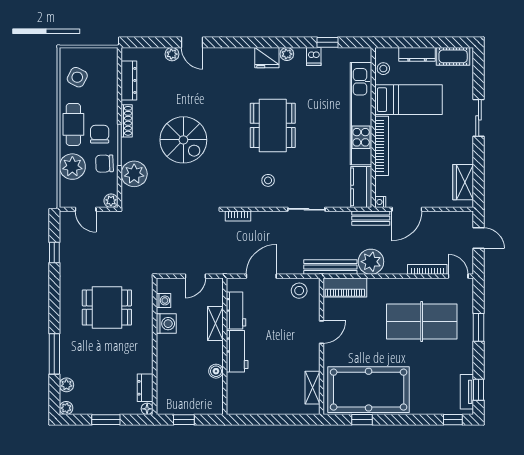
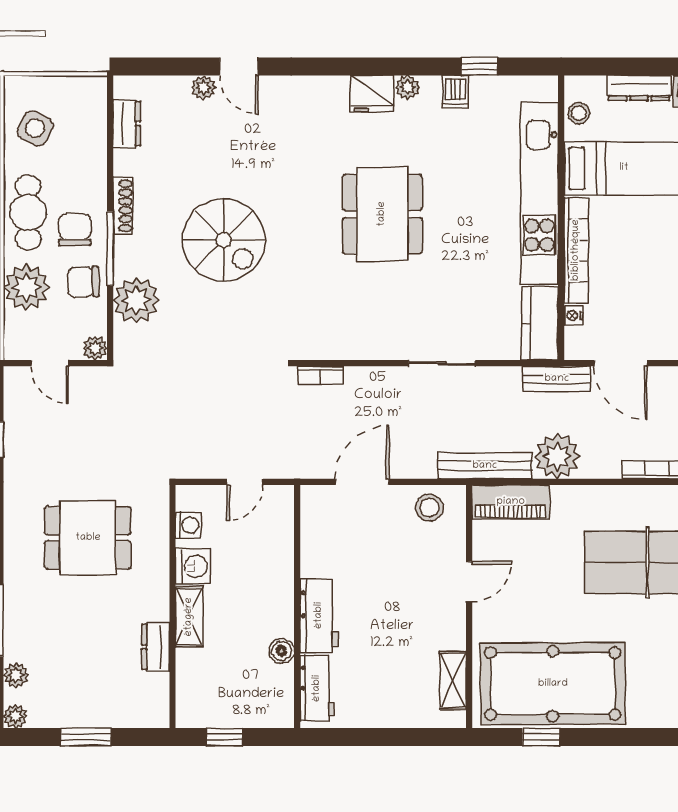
dresser: (129, 80) -> (127, 124), width x0.70
stool: (268, 180) -> (374, 312), removed
nightstand: (380, 202) -> (574, 316), moved
door: (407, 209) -> (621, 363), hinge flipped
workbench: (236, 310) -> (317, 688), moved
shelving: (215, 324) -> (189, 617), moved
dresser: (145, 388) -> (156, 647), moved
floor lamp: (147, 409) -> (159, 718), removed

